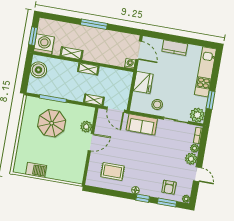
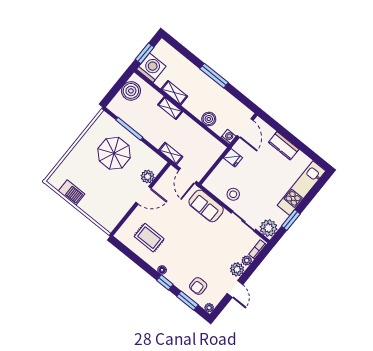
boiler: (108, 59) -> (209, 119), added
shelving: (88, 69) -> (170, 108), moved
fridge: (143, 82) -> (233, 158), width x0.53, depth x0.75

